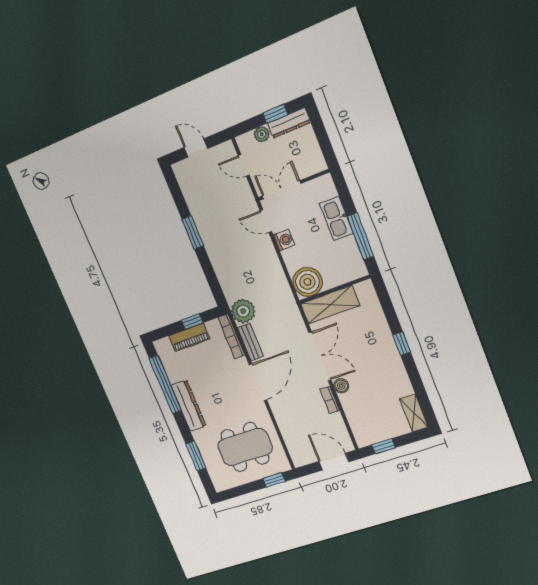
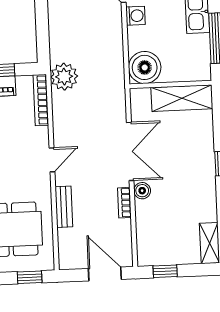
shelving: (330, 305) -> (182, 98), moved
bench: (250, 342) -> (64, 207), moved
door: (258, 382) -> (52, 160), width x0.53

